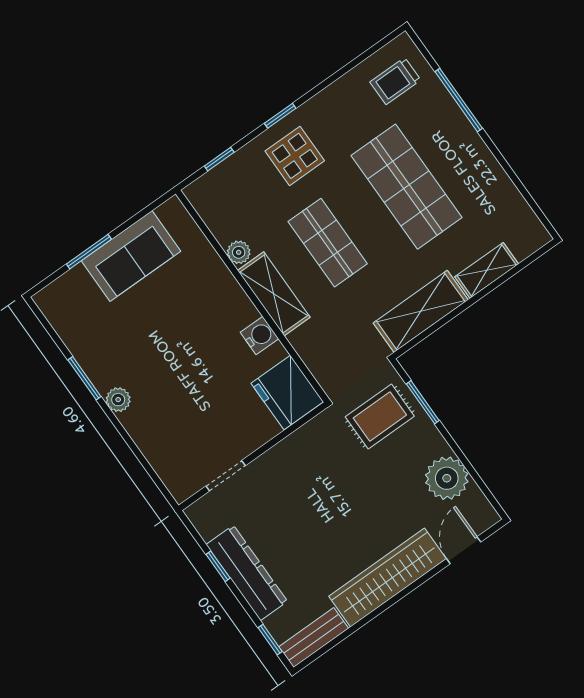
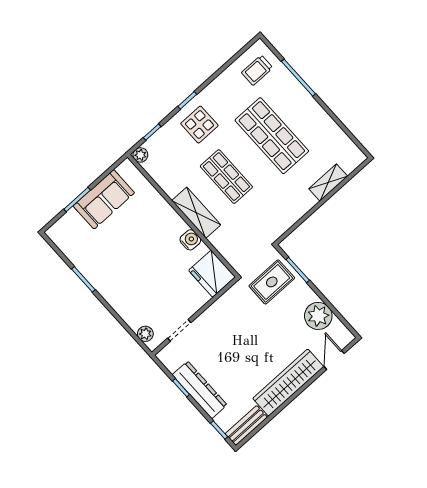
plant: (239, 252) -> (140, 155), moved
shelving: (421, 311) -> (290, 213), removed
plant: (118, 400) -> (145, 334), moved

